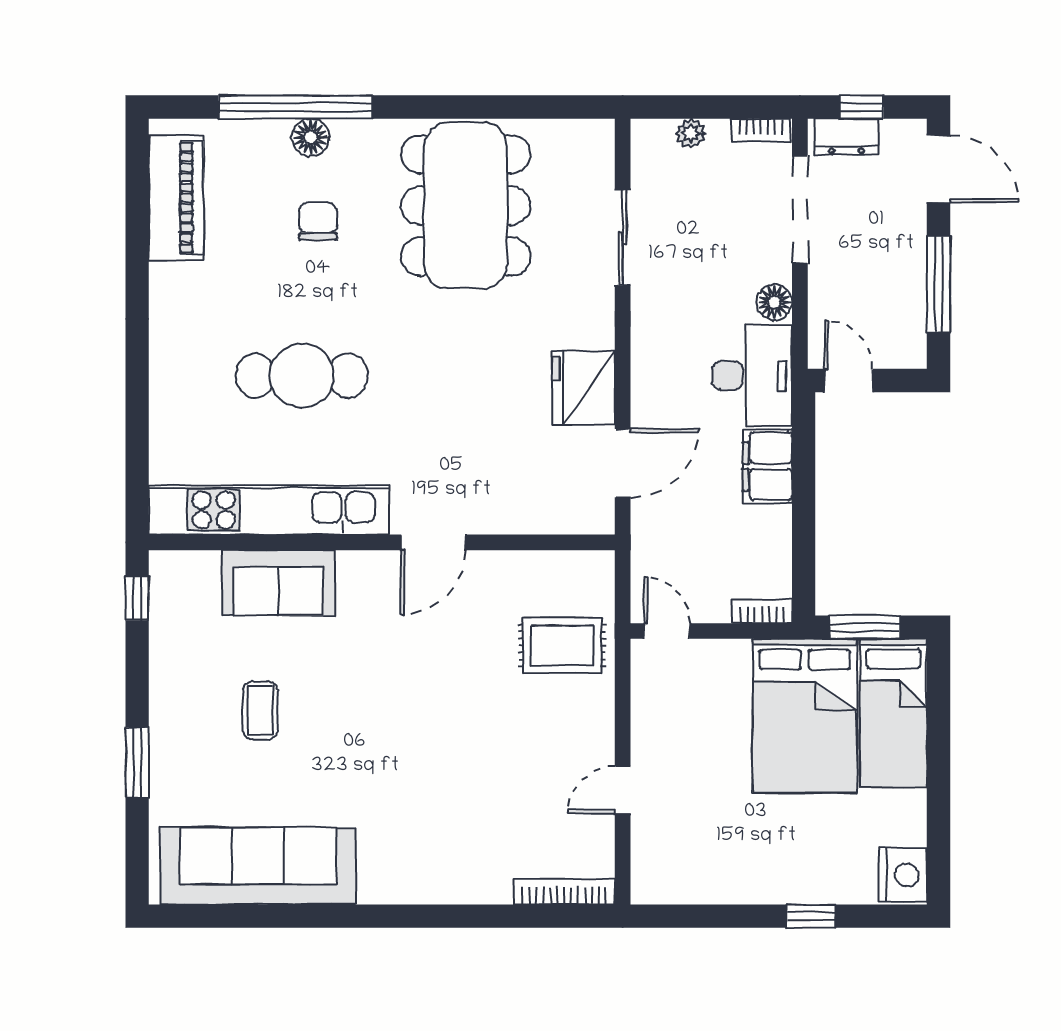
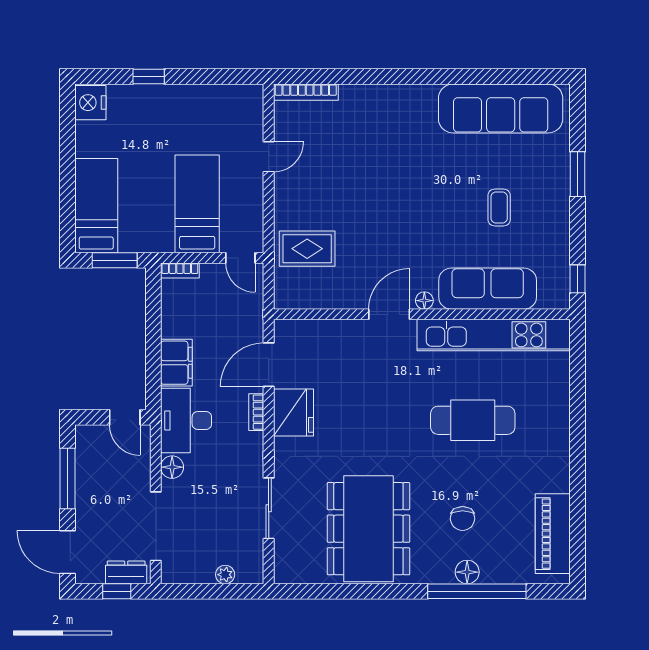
bookcase: (761, 130) -> (256, 412), moved, turned -90
floor lamp: (378, 564) -> (424, 301), added
sofa: (278, 583) -> (488, 289), width x1.36
bed: (805, 716) -> (197, 204), moved, width x0.67

